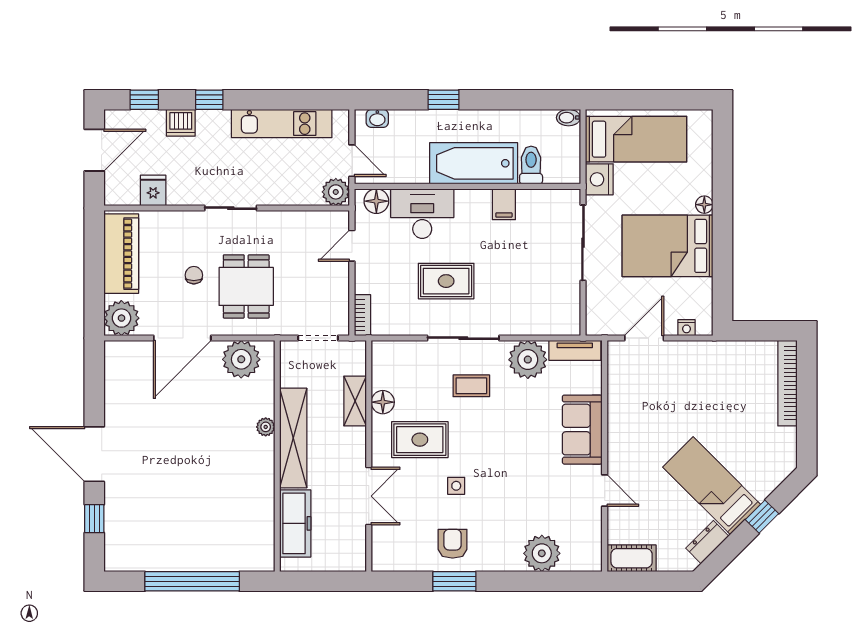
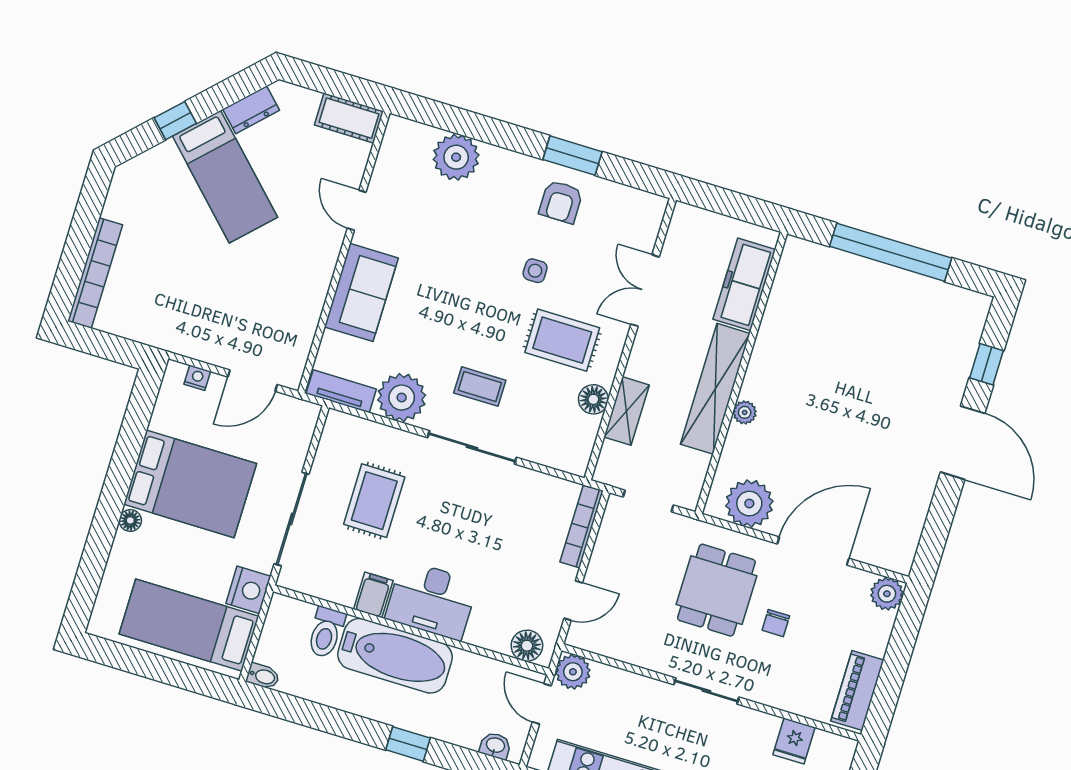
desk: (422, 214) -> (431, 600), moved
piano: (121, 254) -> (857, 691), width x0.73, depth x0.75
rug: (446, 281) -> (374, 501), moved, turned 90
bookcase: (362, 315) -> (582, 526), width x1.56
plant: (121, 318) -> (887, 594), width x0.73, depth x0.73

